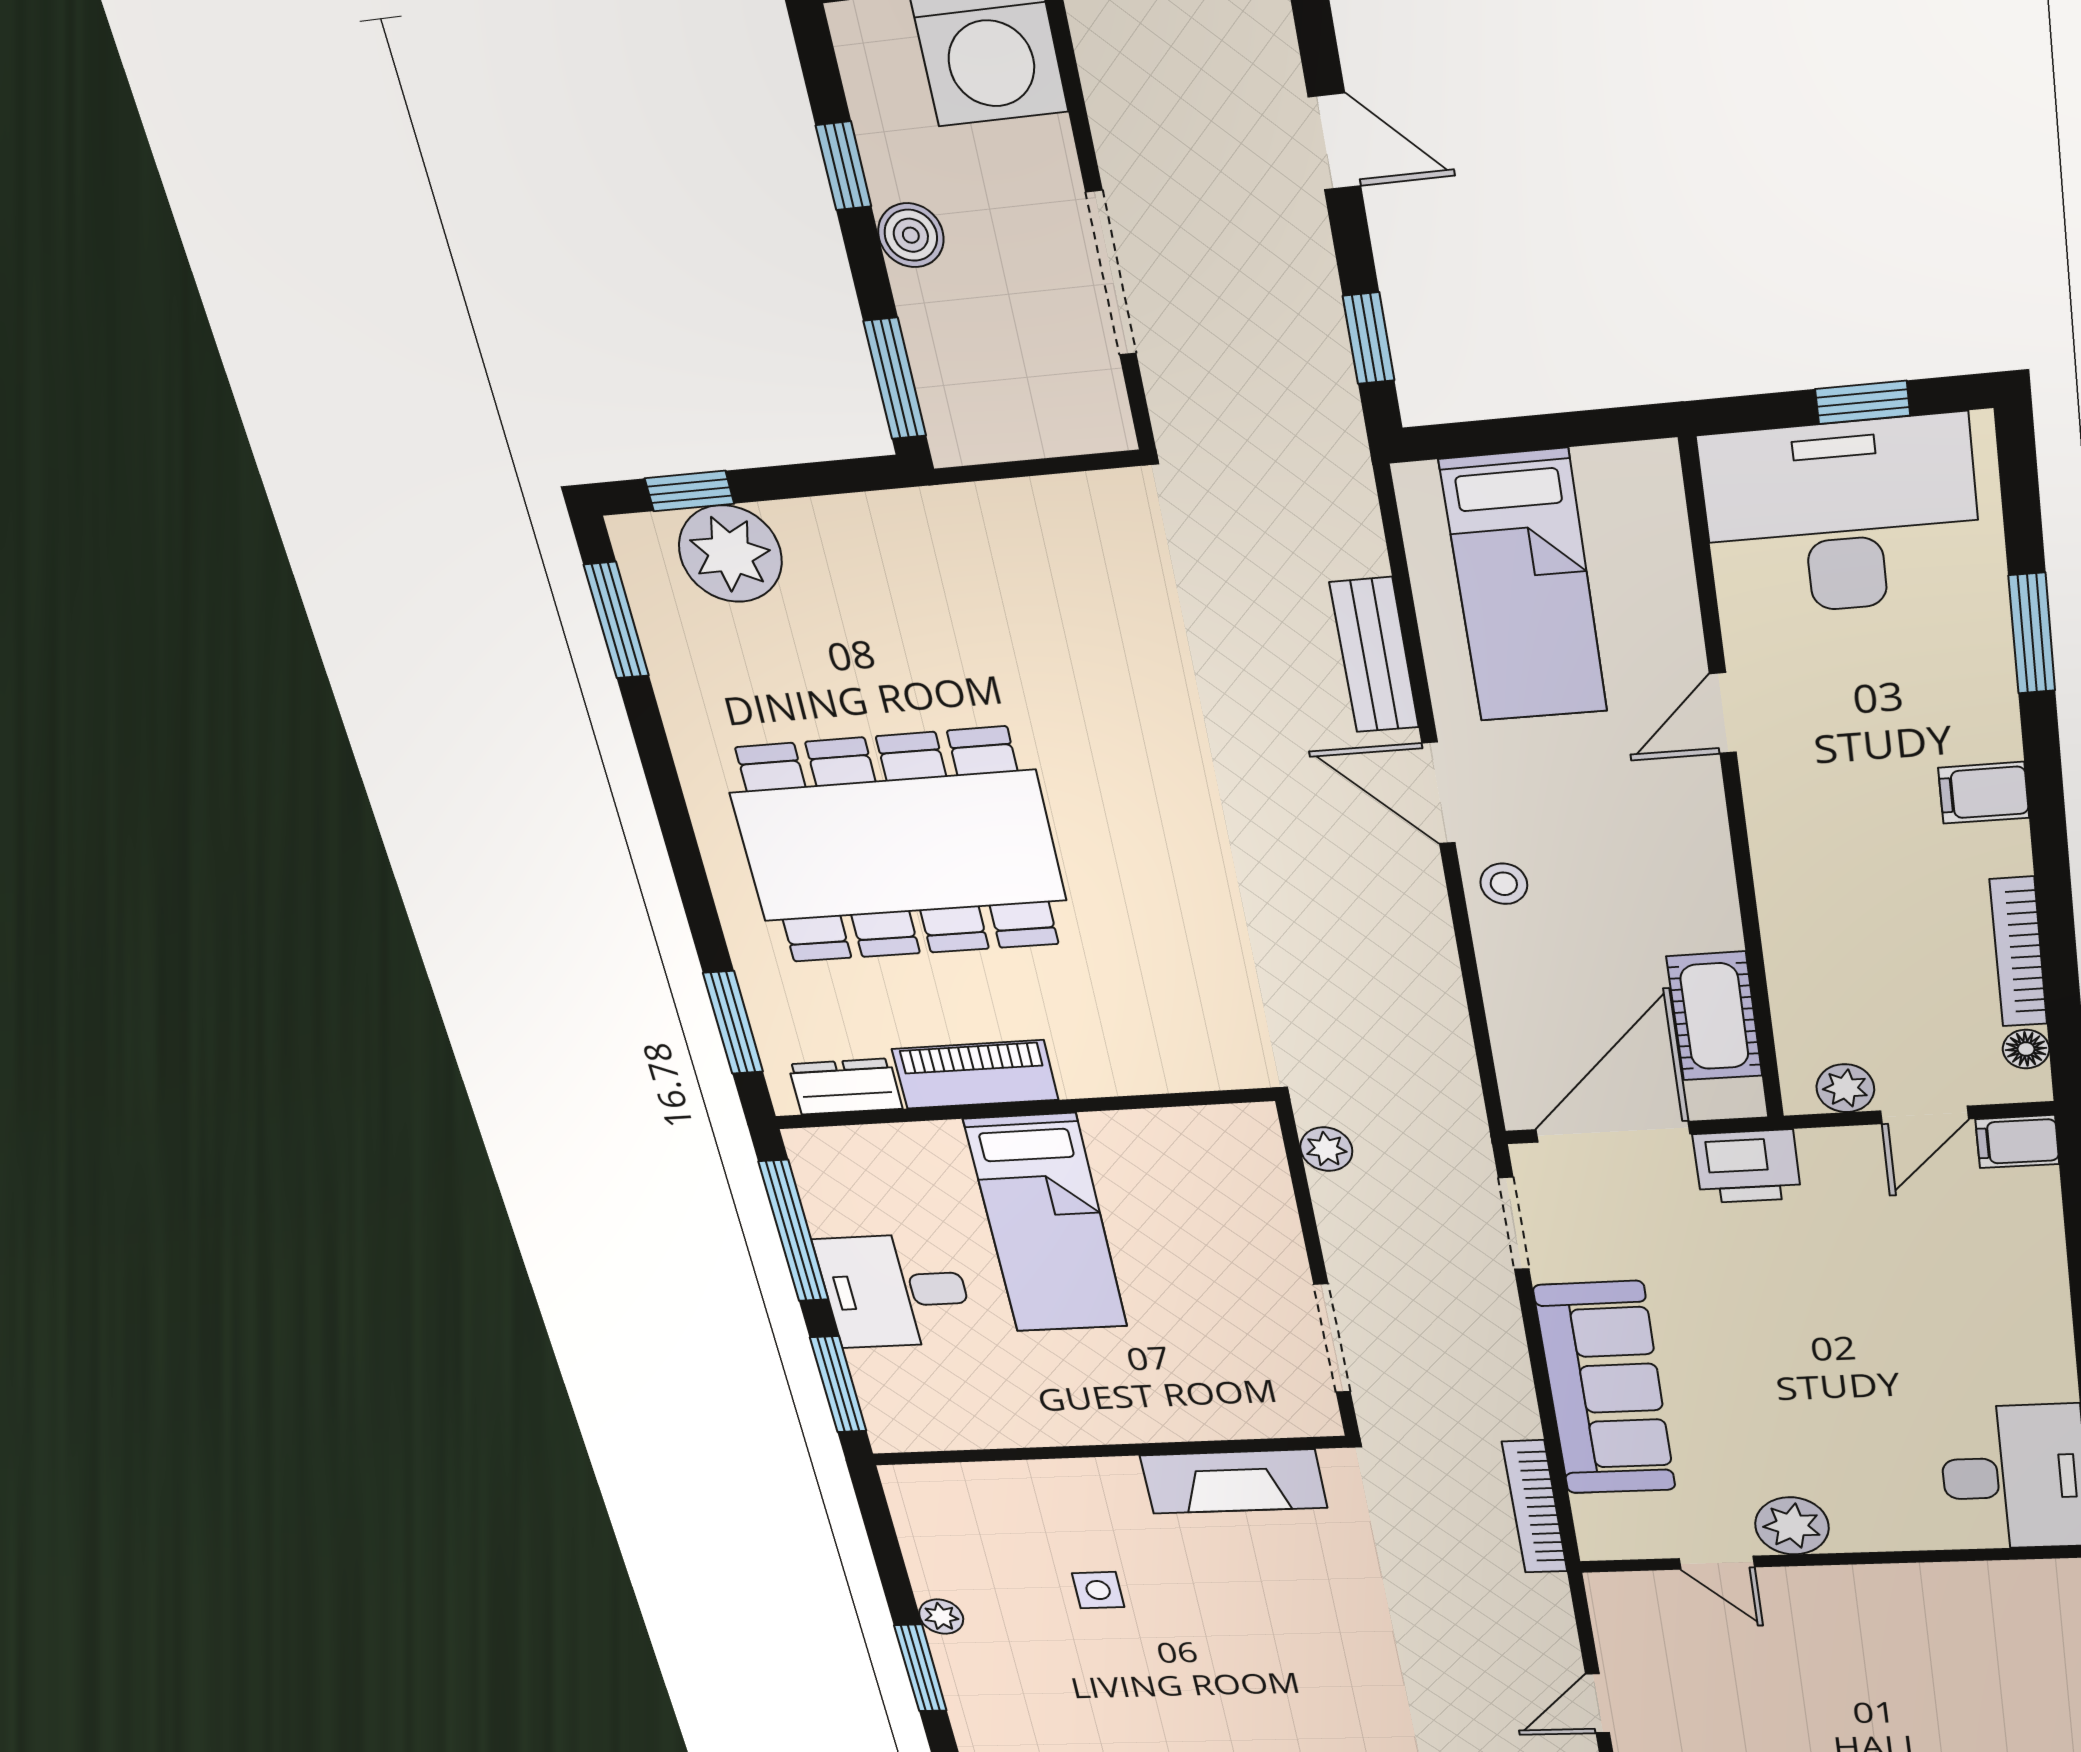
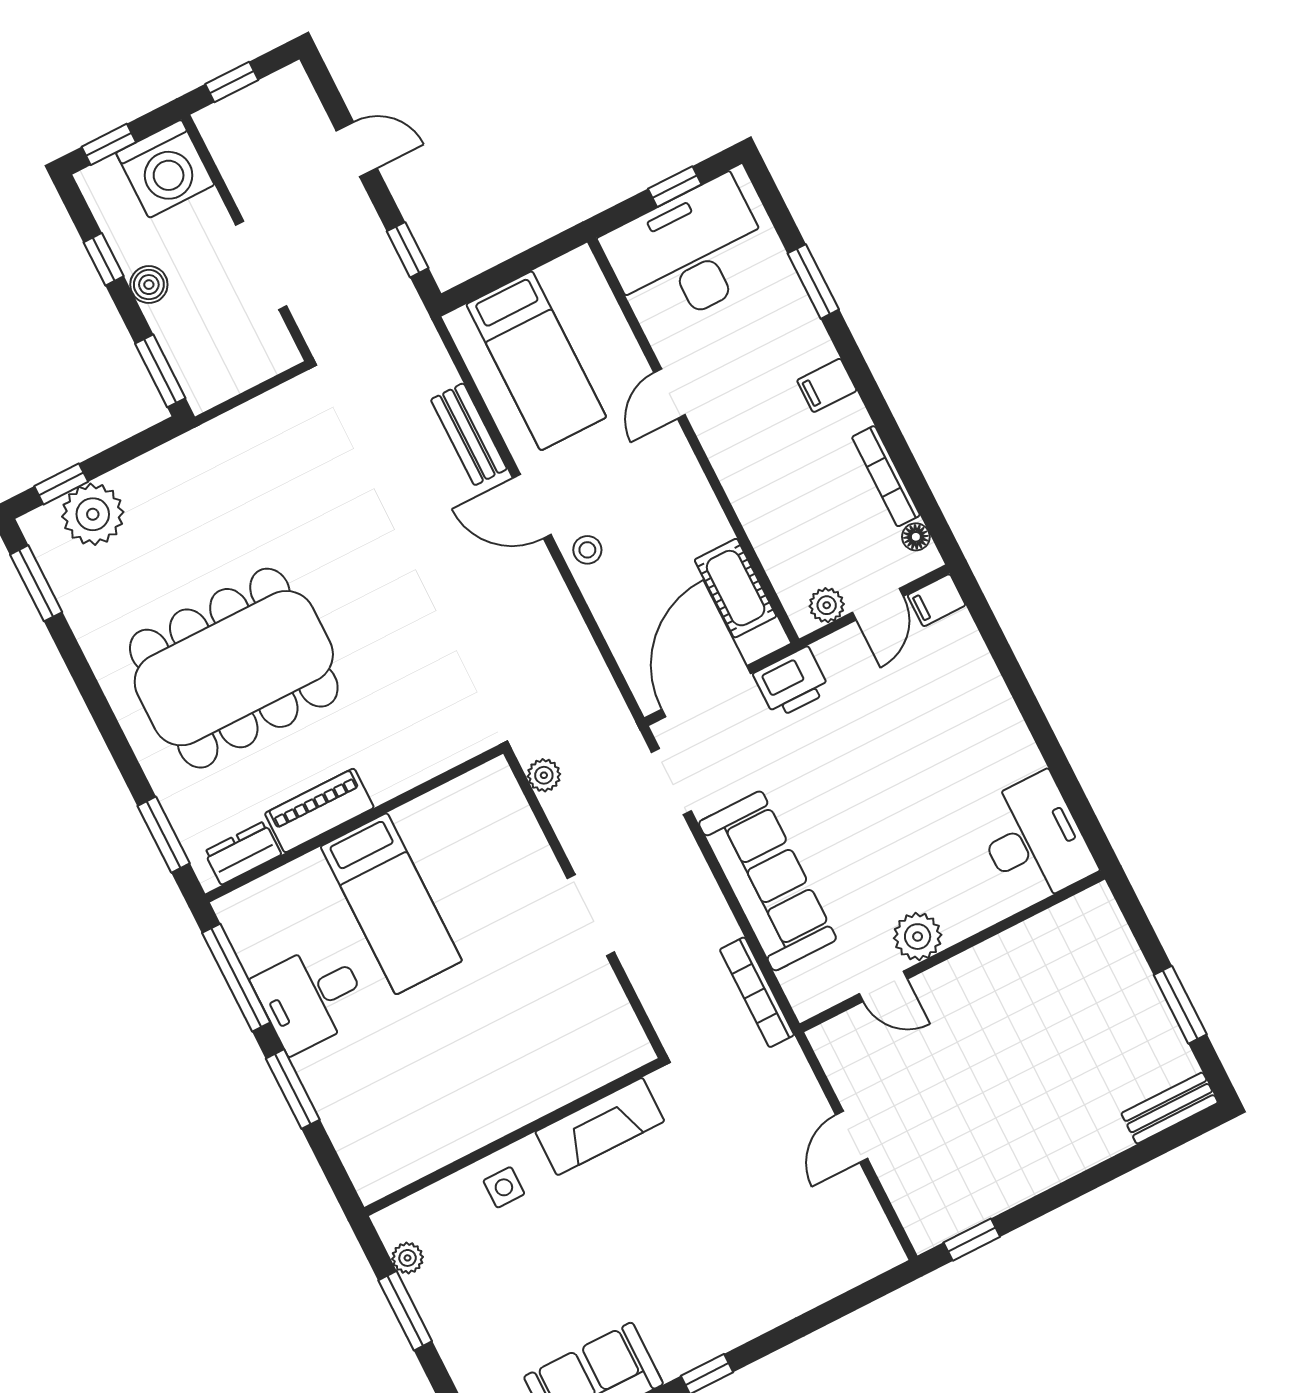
wall: (1107, 1451) -> (513, 1137), moved
fireplace: (1234, 1482) -> (600, 1127), moved

